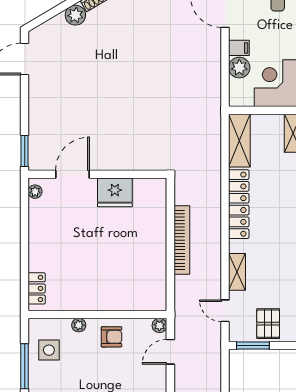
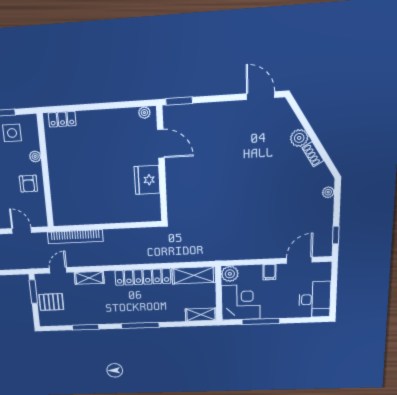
plant: (239, 68) -> (230, 274), moved
bookcase: (182, 240) -> (75, 237), moved
plant: (159, 326) -> (41, 221), removed

